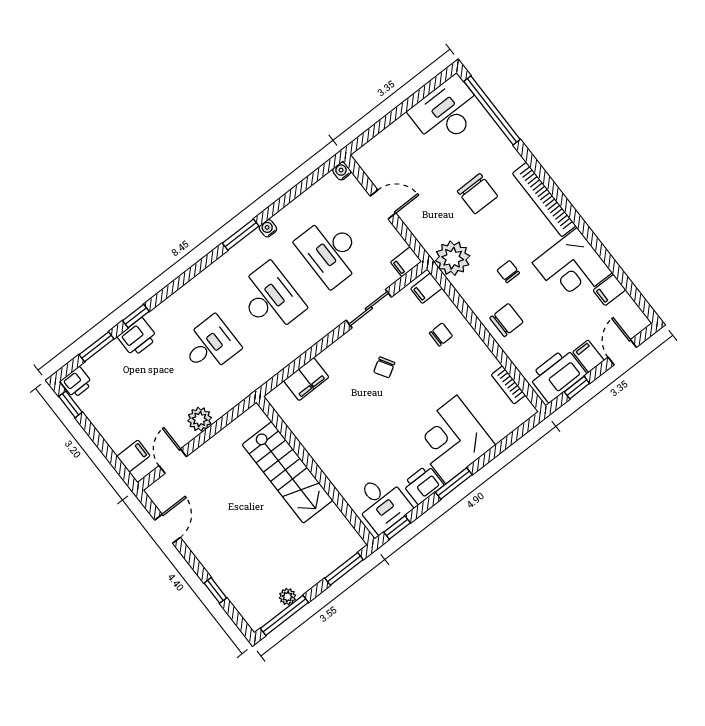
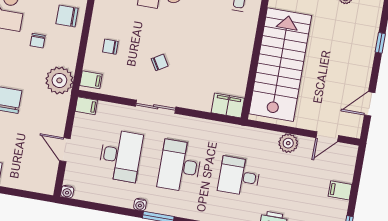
sliding door: (369, 309) -> (156, 107), moved
filing cabinet: (306, 379) -> (228, 105), moved
filing cabinet: (133, 456) -> (340, 190), moved
stairs: (287, 472) -> (280, 65), width x1.36, depth x1.51

